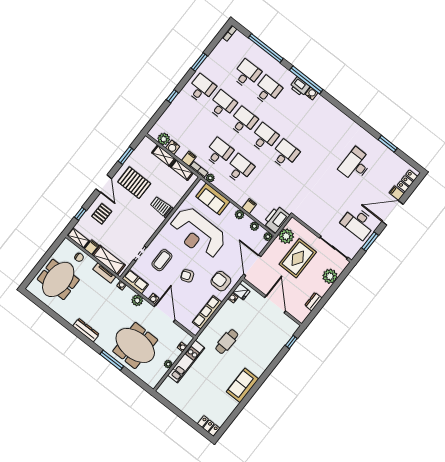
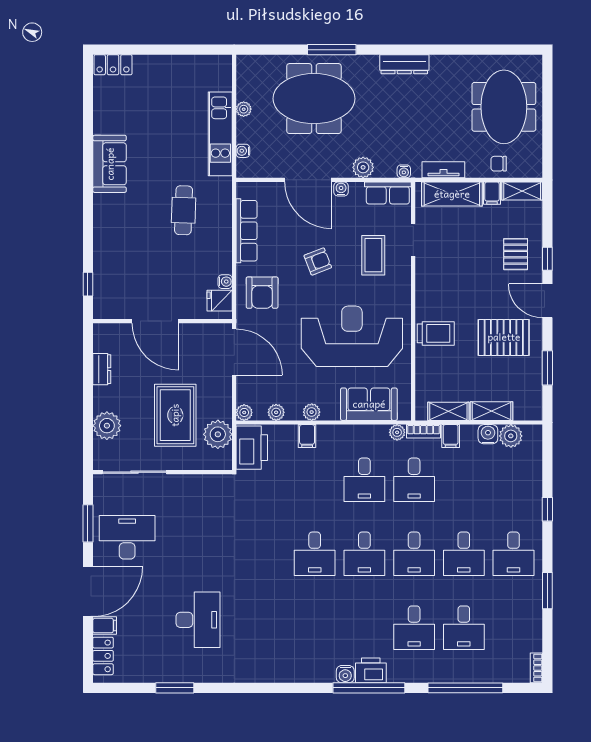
window: (80, 214) -> (547, 259), moved
armchair: (221, 281) -> (262, 293), turned 90

